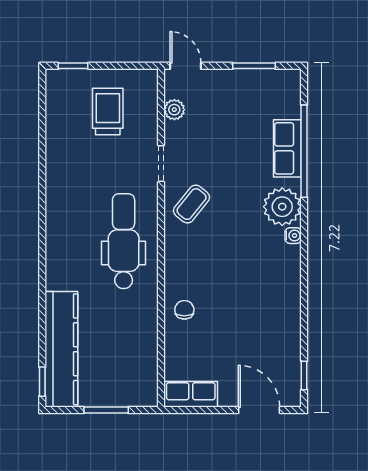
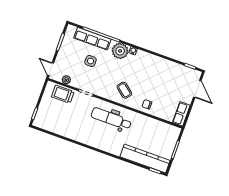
door: (185, 66) -> (51, 69), hinge flipped
trolley: (108, 111) -> (63, 94), moved
row of seats: (287, 148) -> (92, 39), width x1.48
side table: (236, 149) -> (91, 61), added
coffee table: (192, 204) -> (124, 90), moved
door: (259, 410) -> (197, 89), swing flipped

